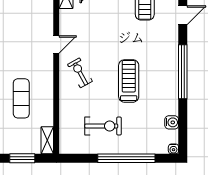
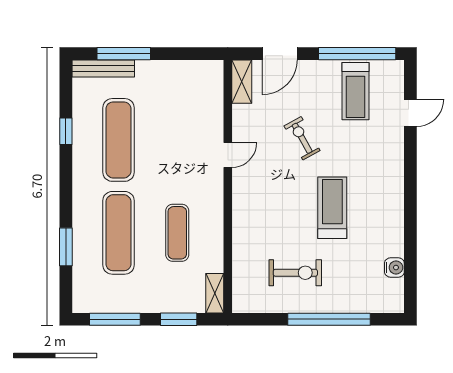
window: (183, 72) -> (410, 194), removed
exercise bike: (80, 73) -> (302, 138), moved
water cooler: (173, 149) -> (397, 306), removed

